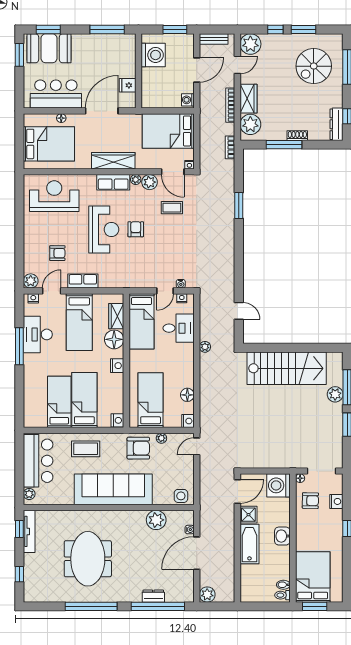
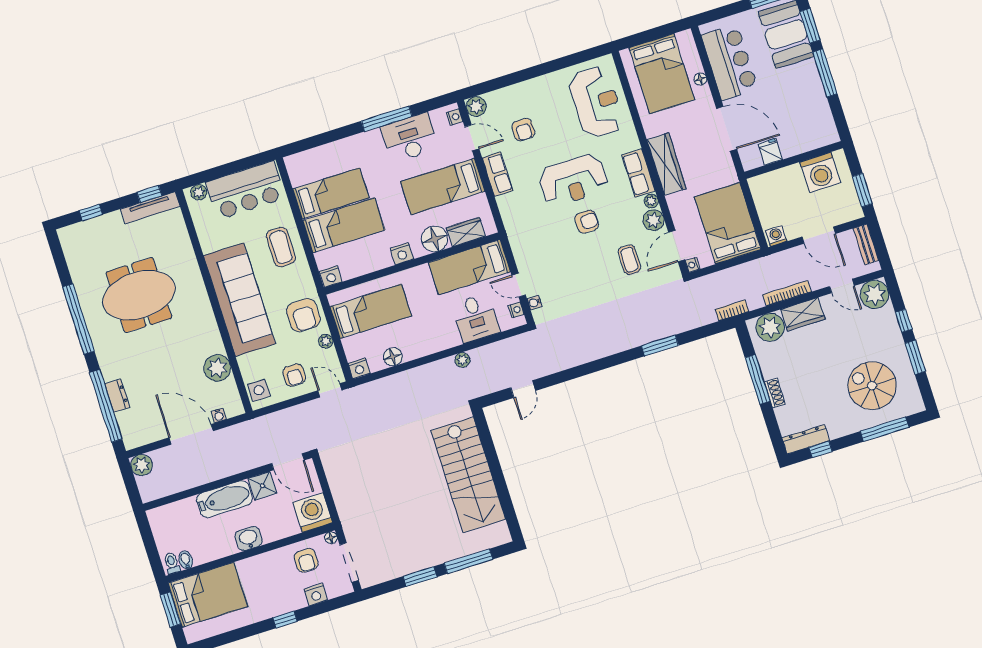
window: (107, 30) -> (825, 73), moved
plant: (335, 394) -> (454, 549), removed
armchair: (178, 468) -> (294, 375), added

